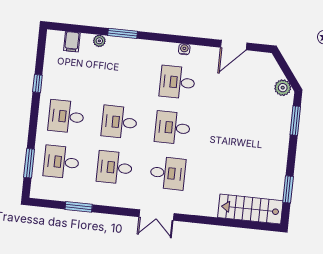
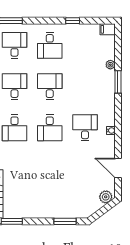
filing cabinet: (72, 42) -> (108, 29), moved
plant: (283, 88) -> (106, 197), moved
desk: (66, 117) -> (50, 45), turned 180
desk: (173, 128) -> (50, 128), turned 180

